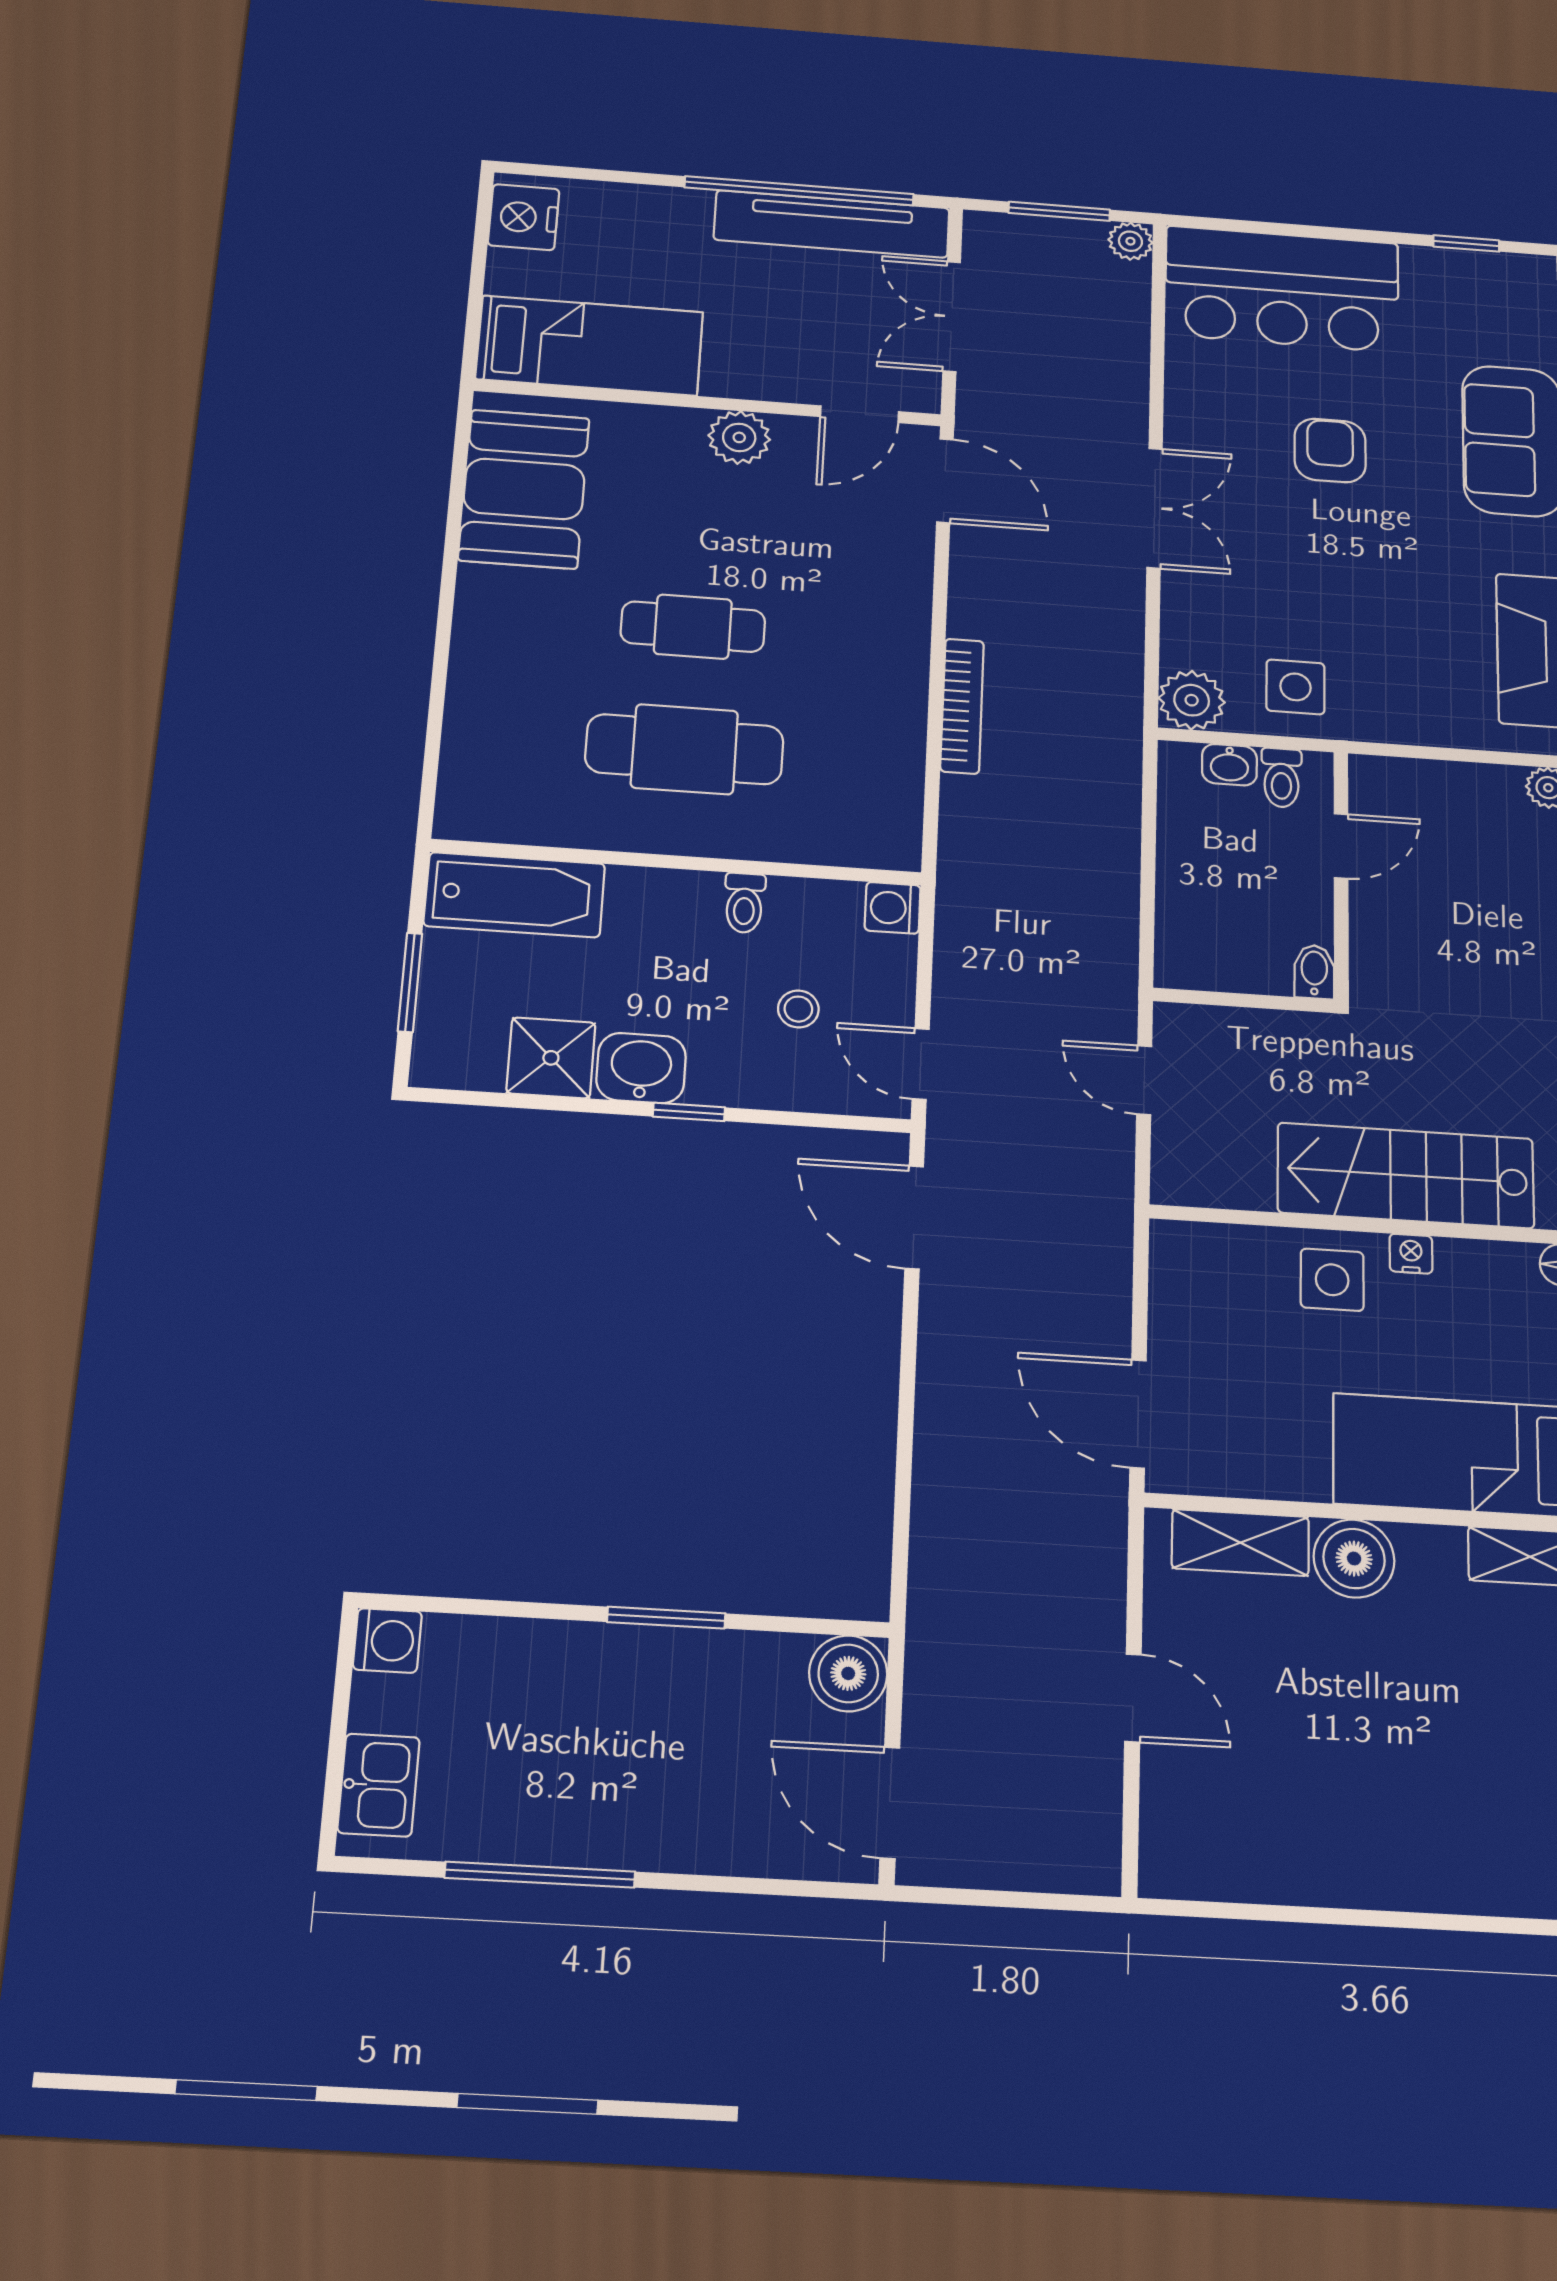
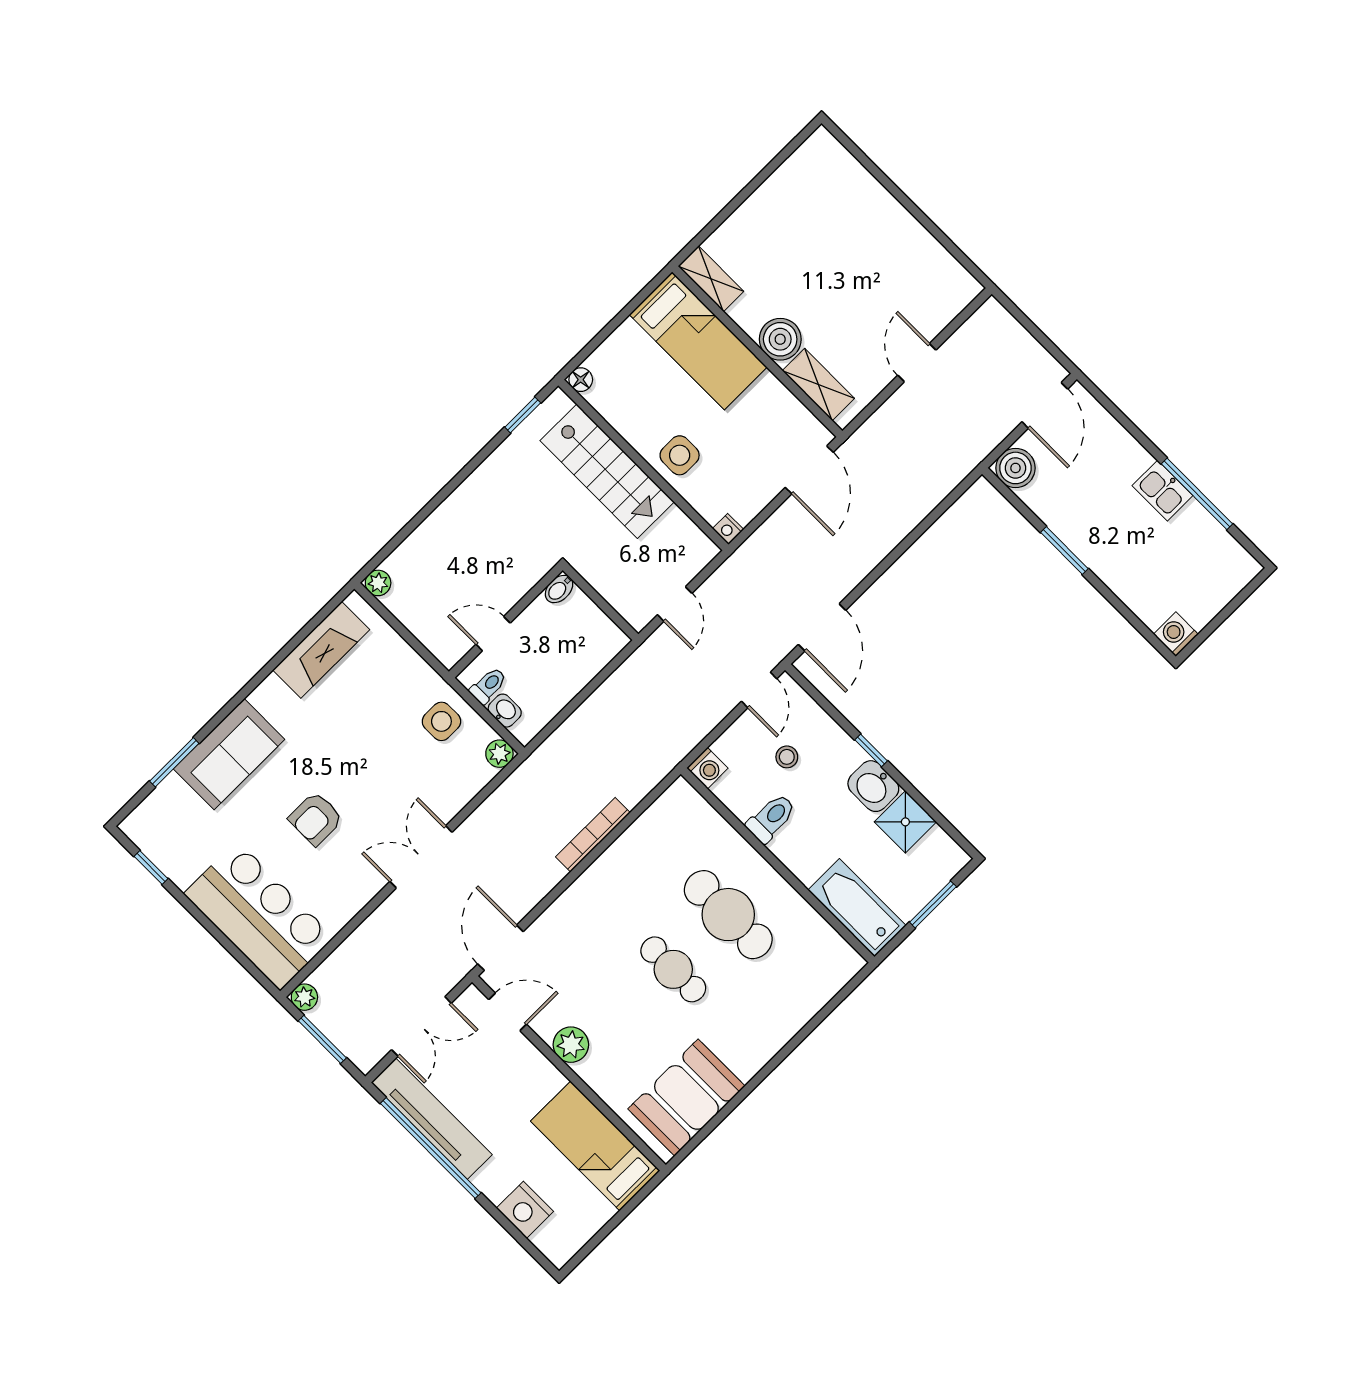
nightstand: (524, 217) -> (525, 1210), moved, turned 90
plant: (1192, 700) -> (499, 754), width x0.73, depth x0.73
toilet: (744, 903) -> (771, 818), width x1.37, depth x1.39
nightstand: (1411, 1254) -> (728, 529), moved
kitchen sink: (379, 1785) -> (1162, 491), moved, turned -90

